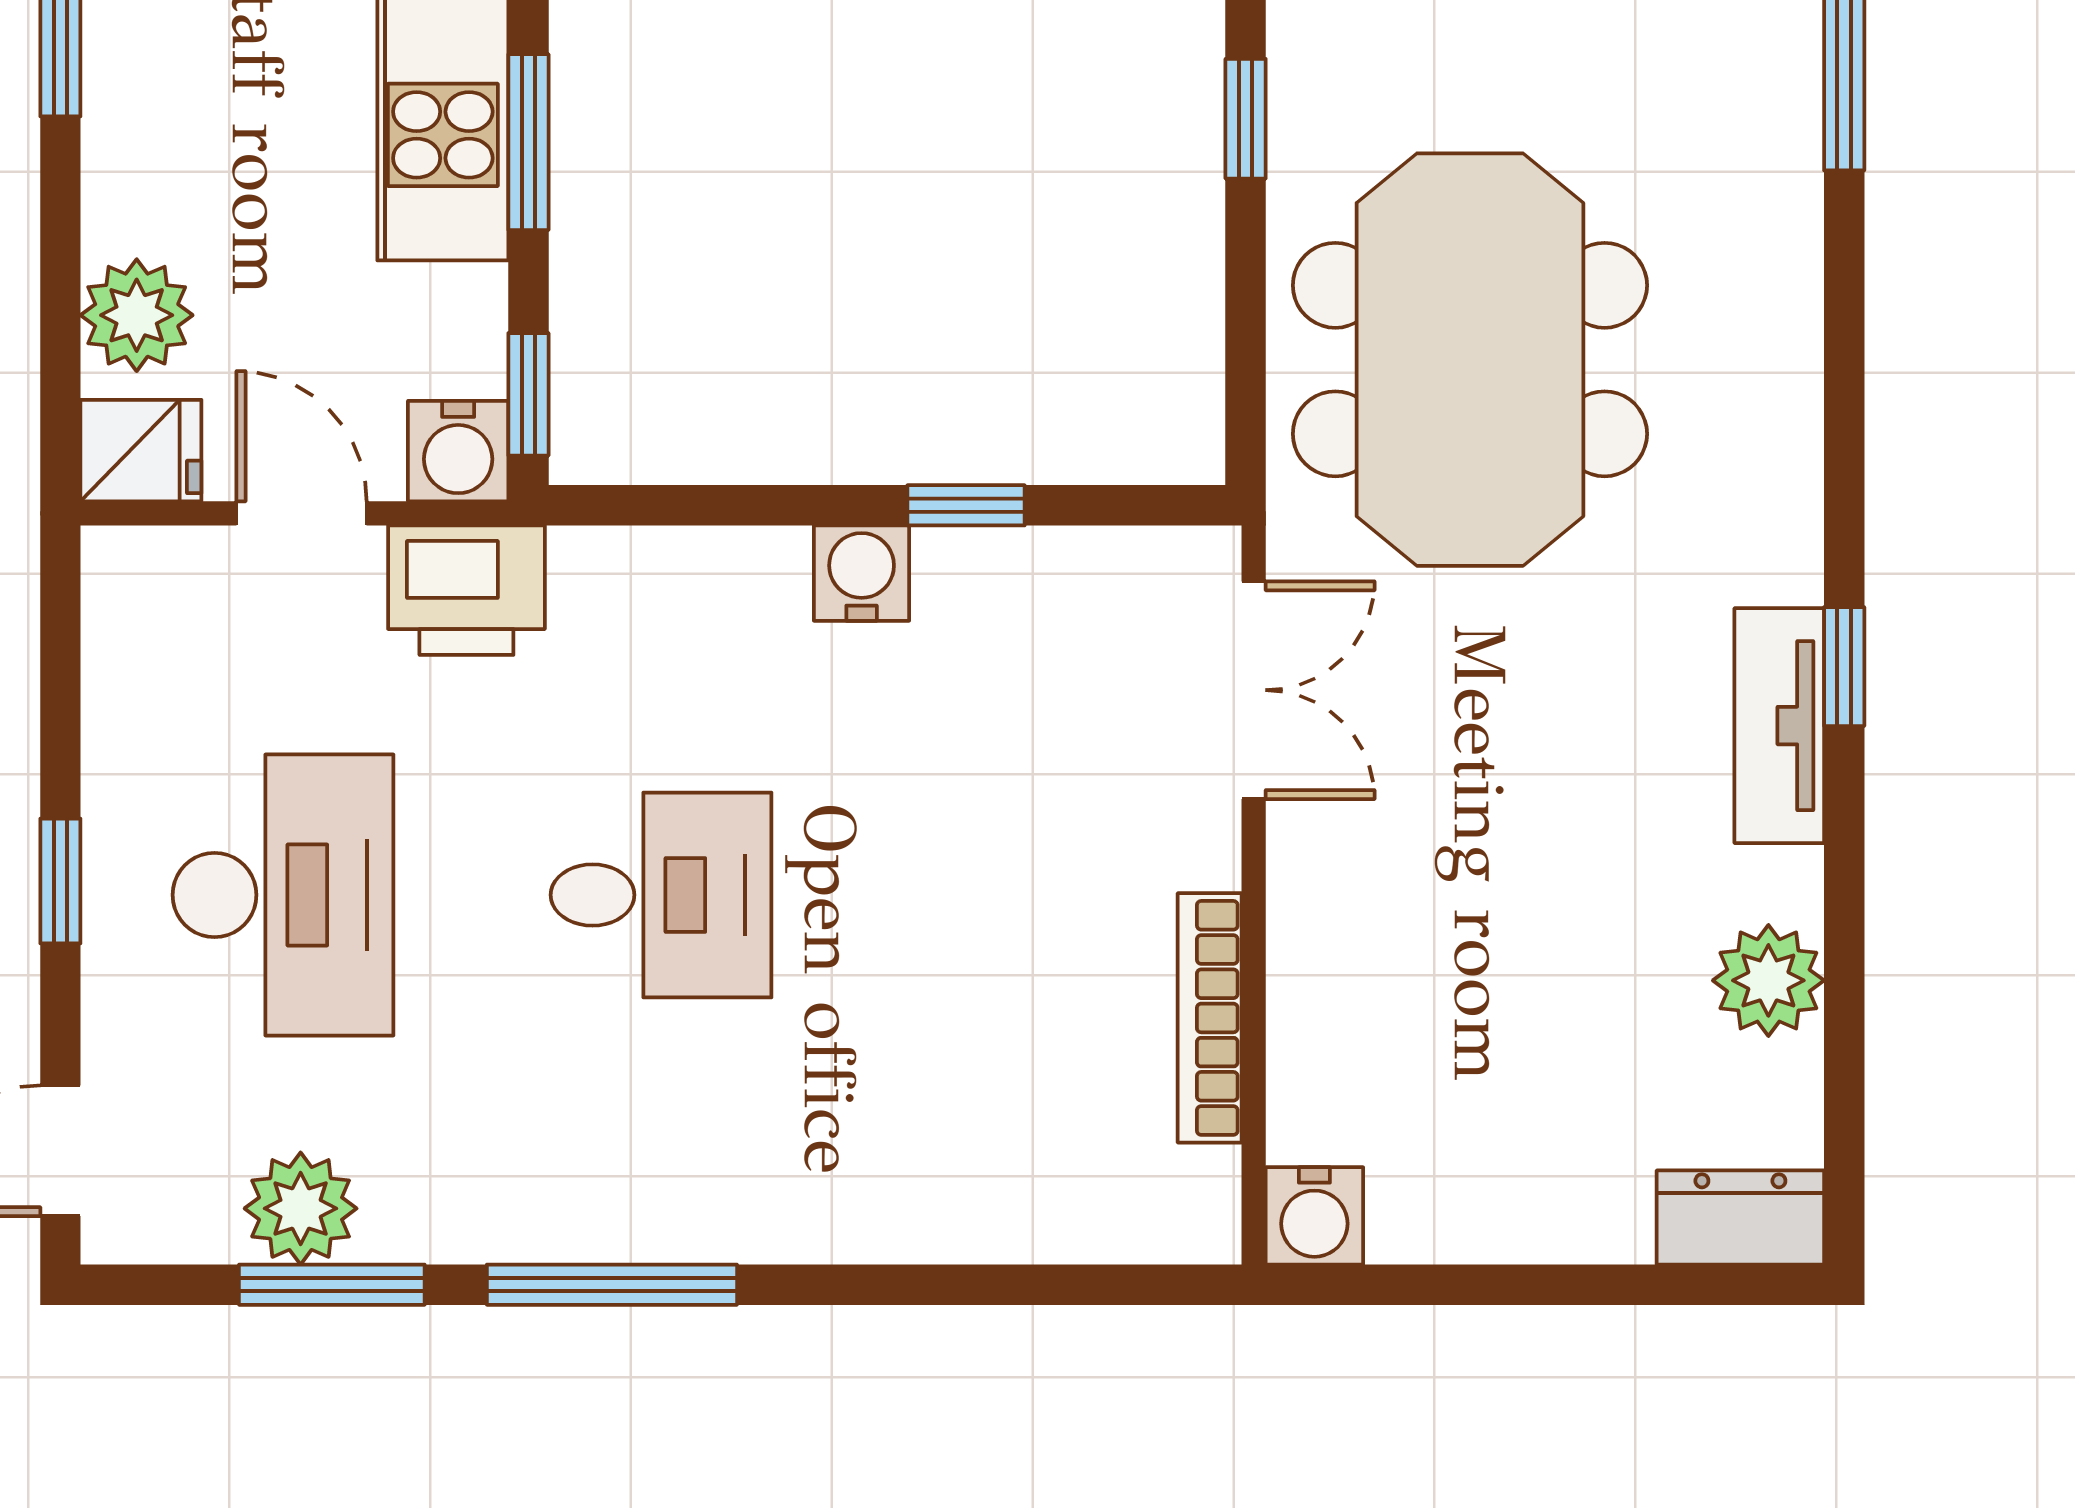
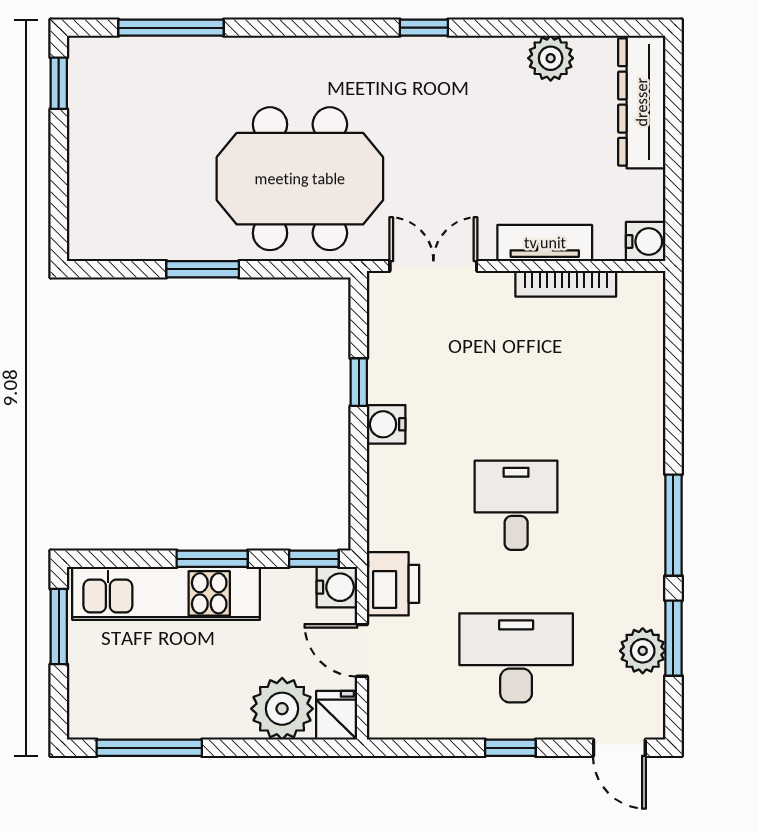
window: (1246, 119) -> (203, 269), width x1.50
plant: (137, 315) -> (282, 709), width x1.36, depth x1.36
door: (302, 513) -> (362, 650), hinge flipped
tv unit: (1779, 726) -> (545, 243), moved, turned 180
dresser: (1740, 1218) -> (642, 102), width x1.96, depth x1.24

